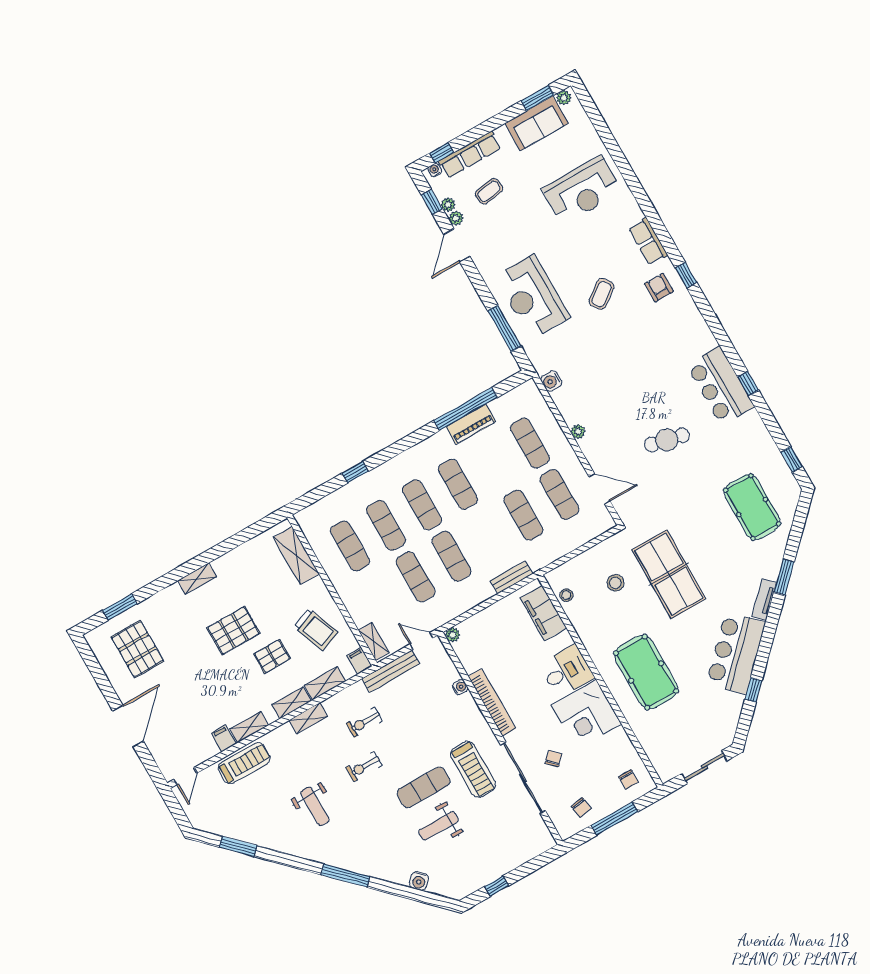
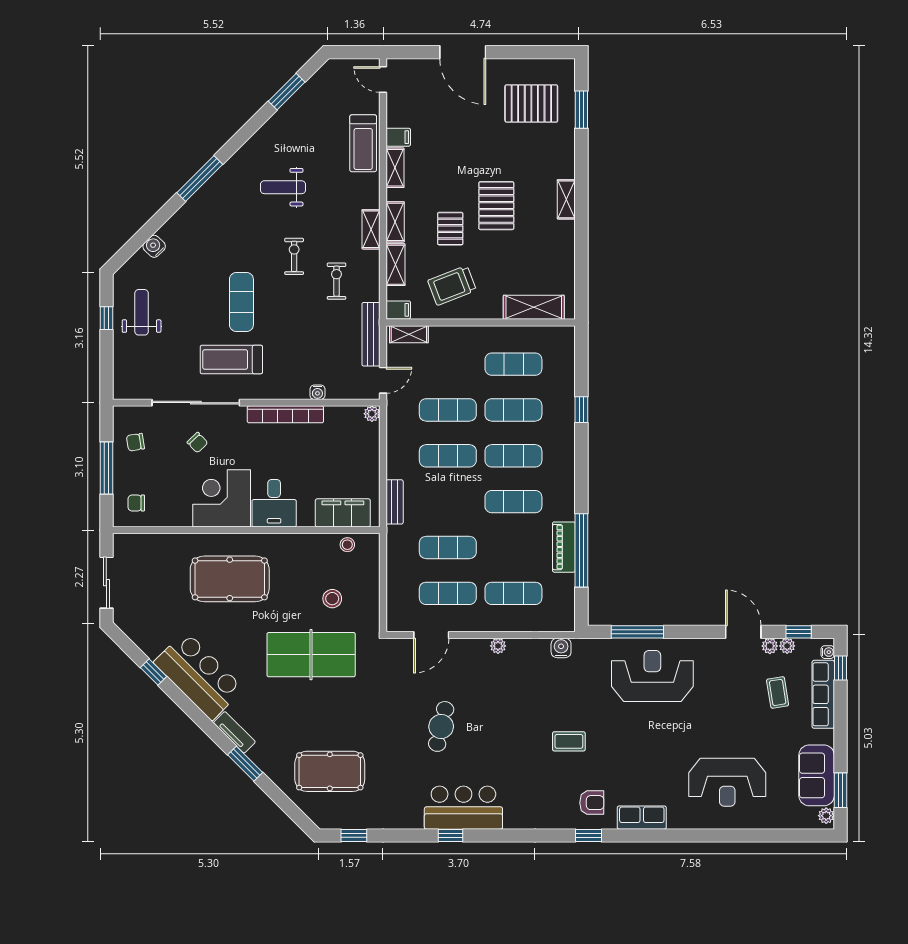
reception desk: (582, 190) -> (727, 782), turned -90
coffee table: (602, 294) -> (569, 741), moved, turned -54
weight bench: (438, 826) -> (142, 312), moved

